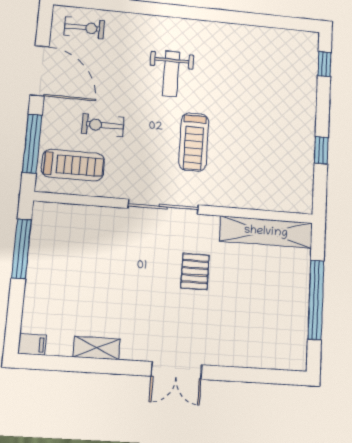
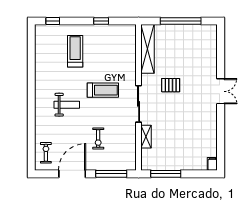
treadmill: (73, 165) -> (75, 51), moved
shelving: (97, 348) -> (146, 137), moved

